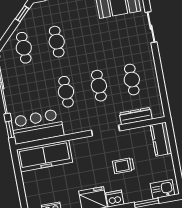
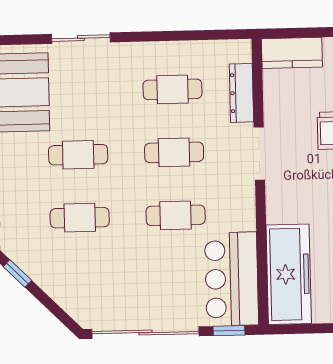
cafe table: (24, 48) -> (78, 155), moved

